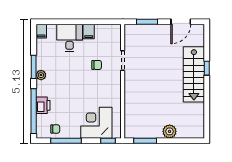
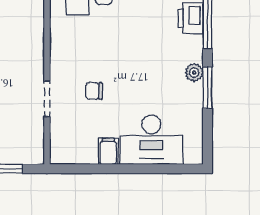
filing cabinet: (41, 31) -> (194, 152), removed
desk: (70, 38) -> (151, 140), width x1.37

